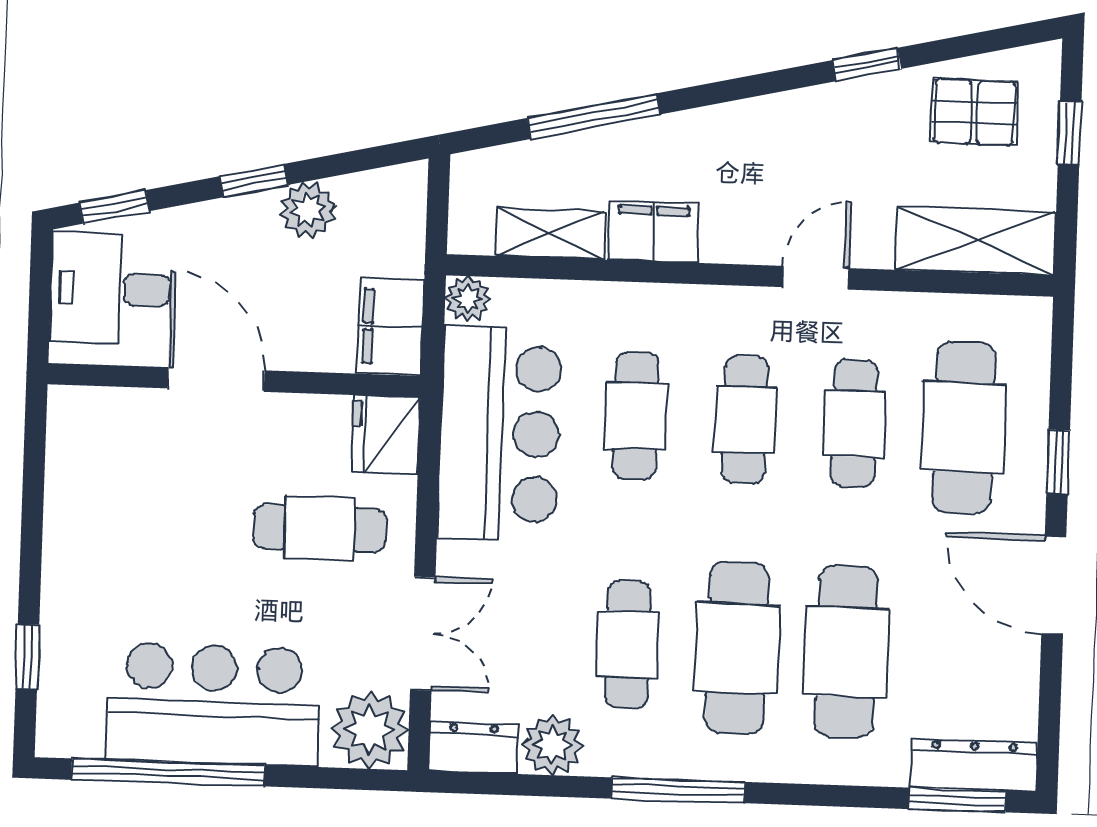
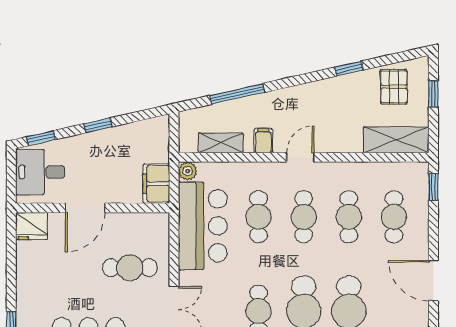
pallet: (974, 112) -> (394, 87), turned 90
plant: (308, 210) -> (120, 137), removed
filing cabinet: (654, 232) -> (263, 141), width x0.50
door: (816, 278) -> (300, 157), moved
door: (216, 379) -> (85, 208), swing flipped
cafe table: (964, 427) -> (394, 217), width x0.73, depth x0.74
fridge: (386, 435) -> (32, 226), moved, turned -90
window: (1058, 462) -> (433, 187), moved

